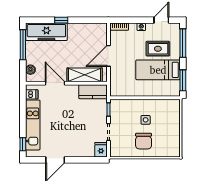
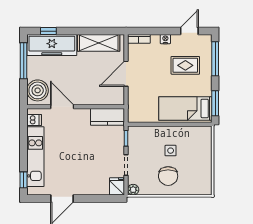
window: (61, 20) -> (48, 31), moved
boiler: (30, 70) -> (38, 90), width x1.86, depth x1.86
bed: (158, 70) -> (185, 108), moved
shelving: (85, 75) -> (99, 43), moved
plant: (114, 152) -> (133, 190), added

